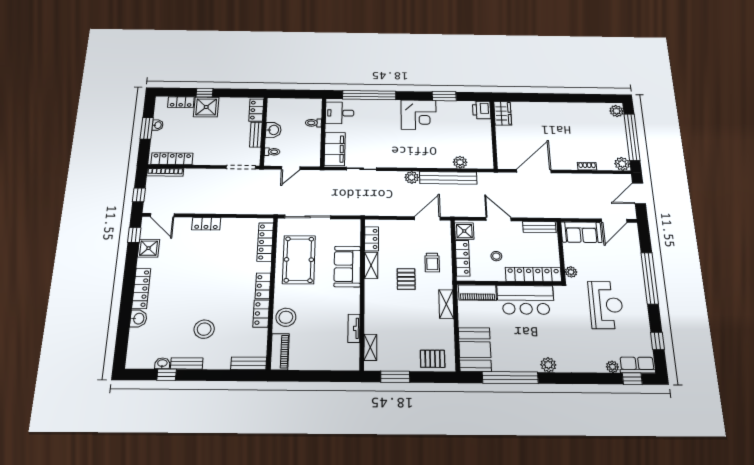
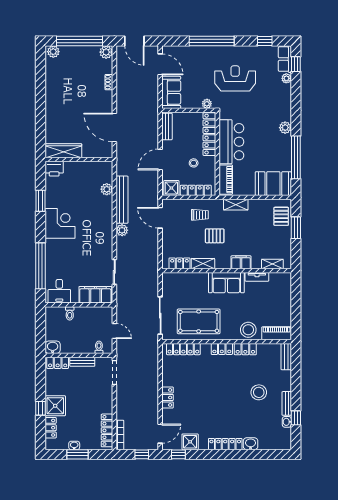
wardrobe: (503, 113) -> (63, 151), width x1.50
washbasin: (273, 130) -> (53, 347), moved
sofa: (347, 267) -> (226, 283), moved
filing cabinet: (373, 310) -> (241, 262), added
window: (395, 377) -> (296, 228), moved

